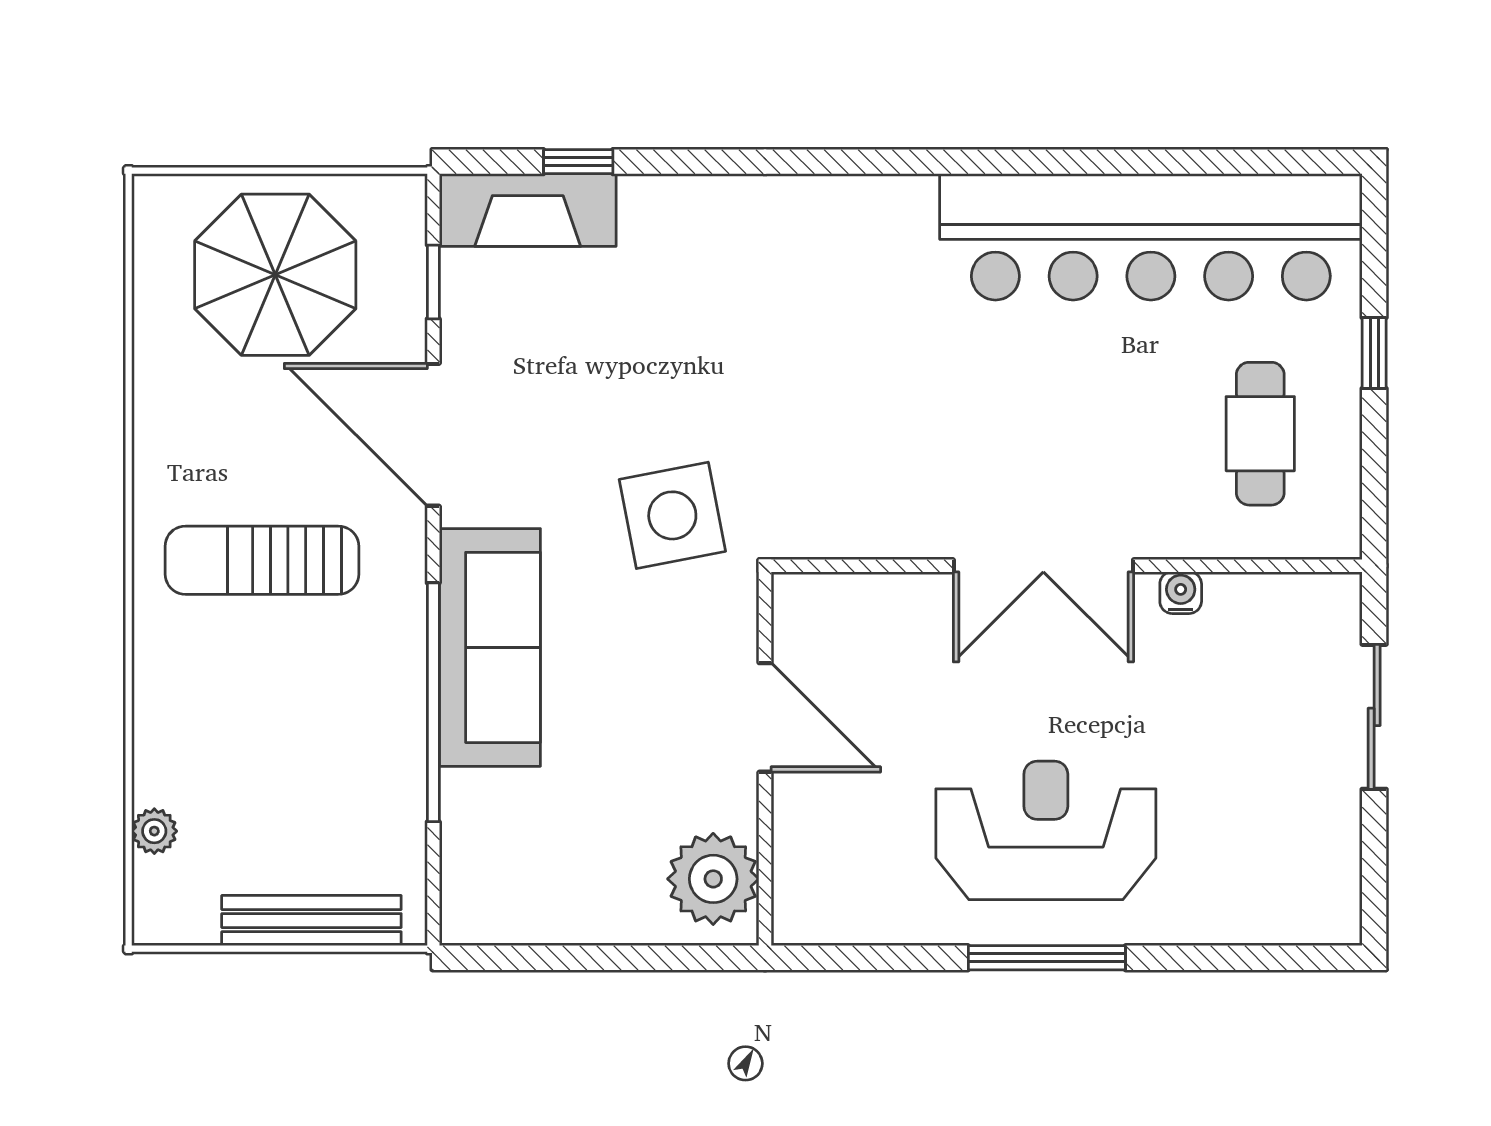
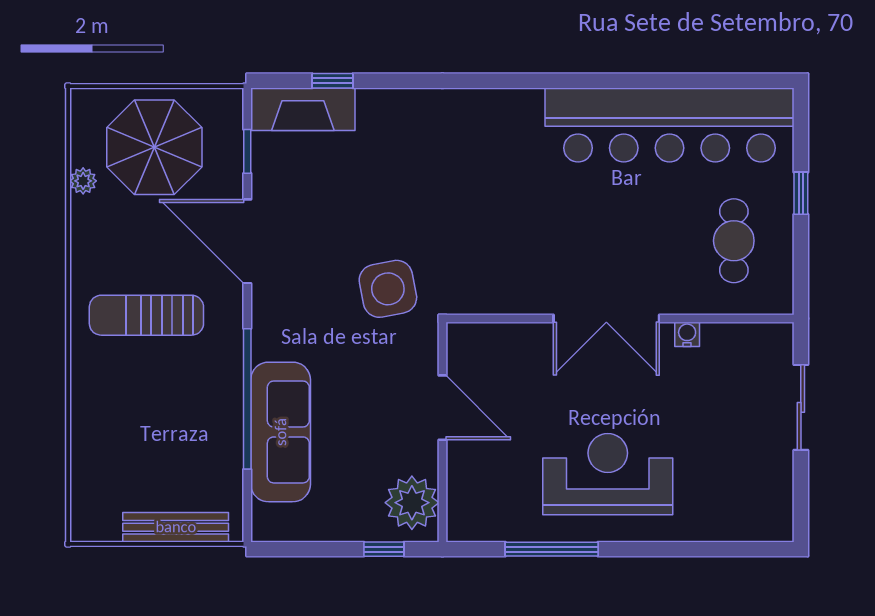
sofa: (490, 647) -> (281, 432), moved
plant: (154, 831) -> (83, 181), moved
window: (665, 958) -> (384, 549), added
window: (1047, 958) -> (552, 549), moved

